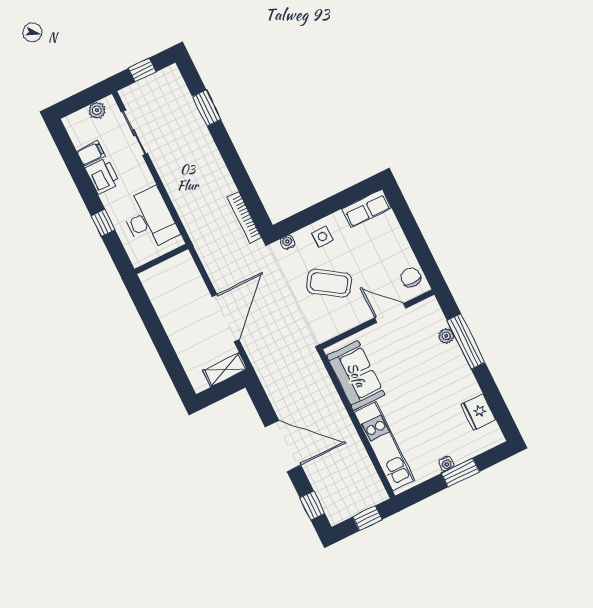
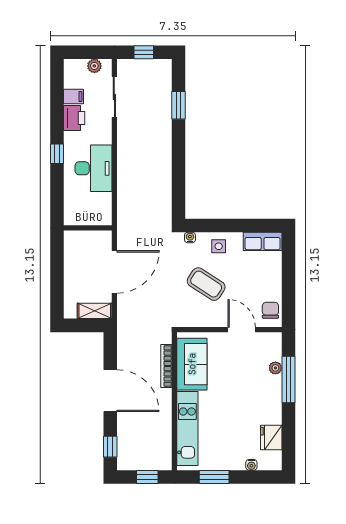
bookcase: (244, 217) -> (166, 366), moved
wall: (161, 259) -> (88, 228), moved
water cooler: (446, 463) -> (251, 465), moved
window: (460, 472) -> (214, 477), moved

